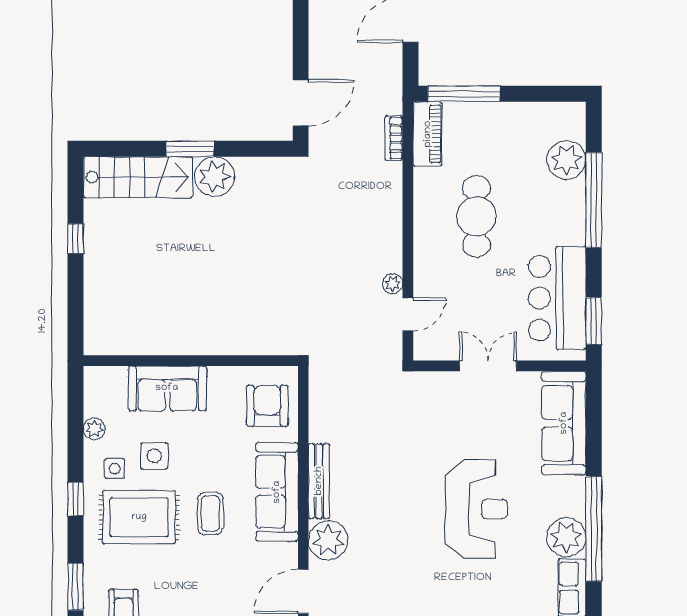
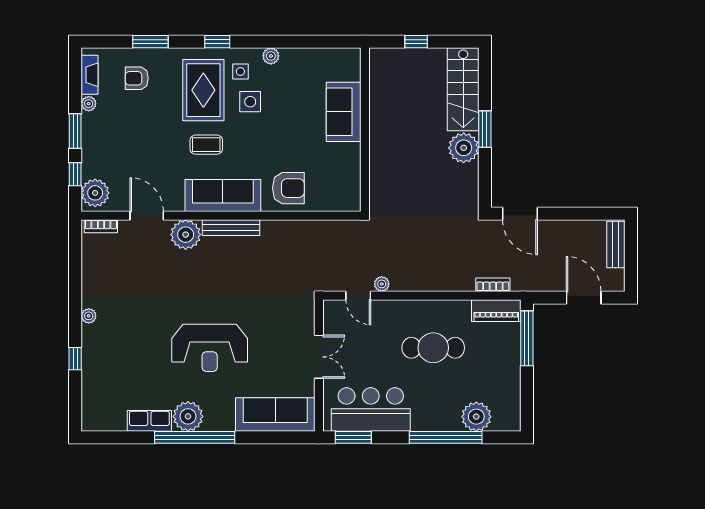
wall: (191, 361) -> (365, 130), moved
sofa: (167, 388) -> (344, 112), moved

